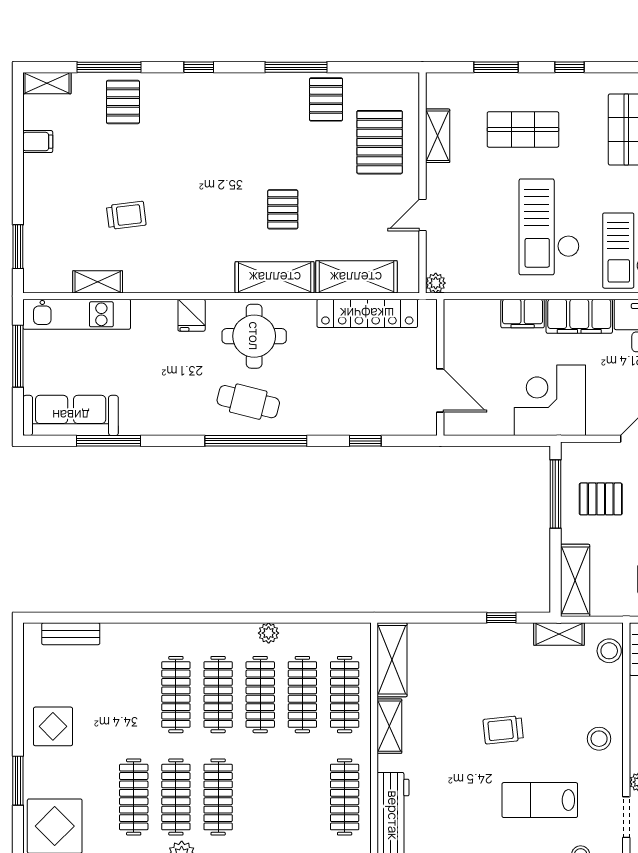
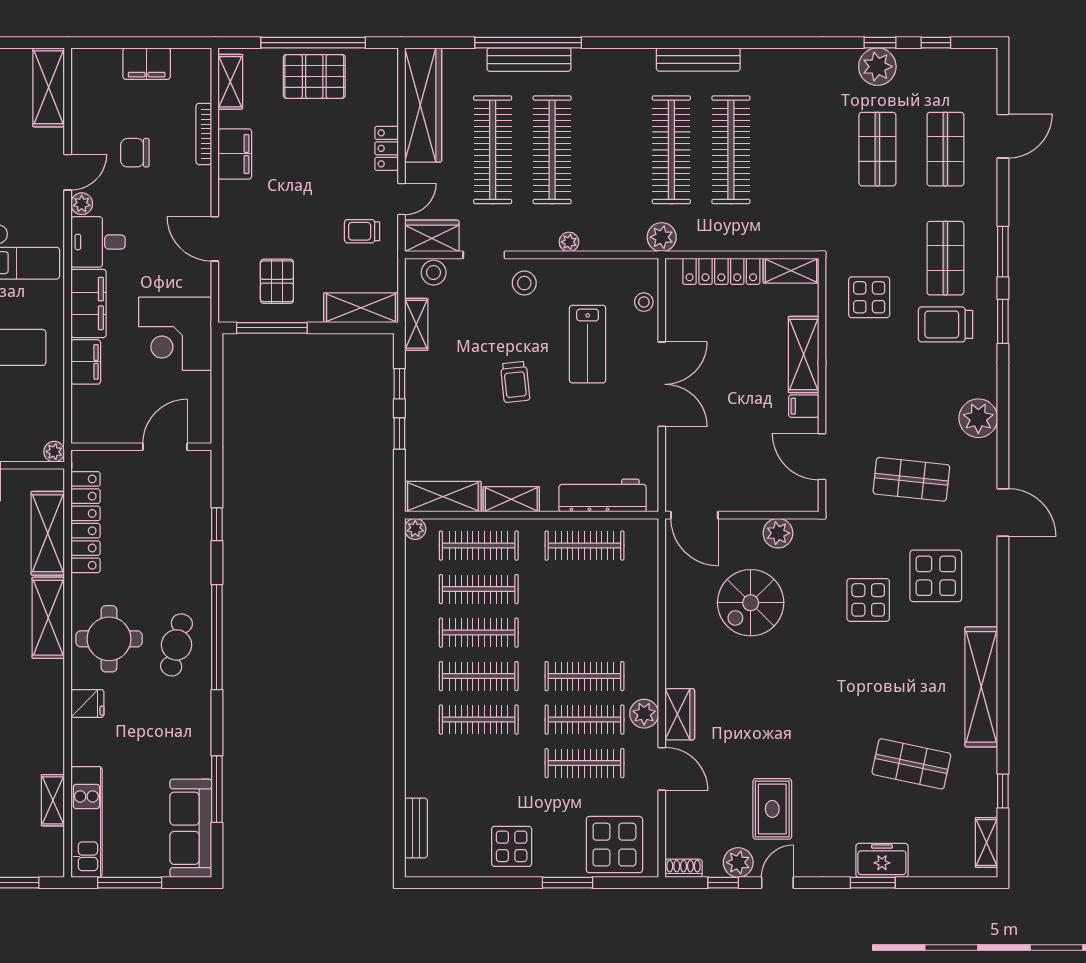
window: (453, 618) -> (399, 433), added
plant: (269, 633) -> (415, 529), moved
doorway: (626, 817) -> (484, 255), moved

